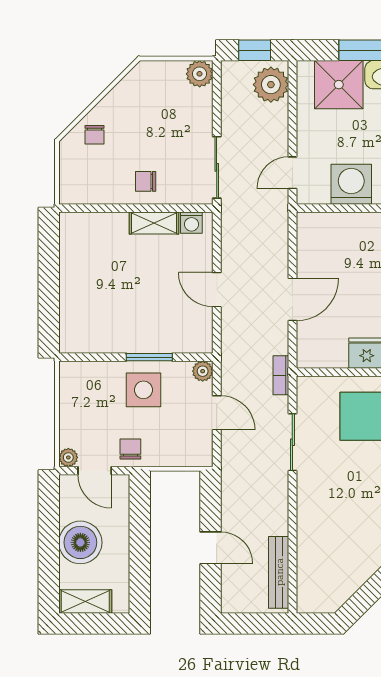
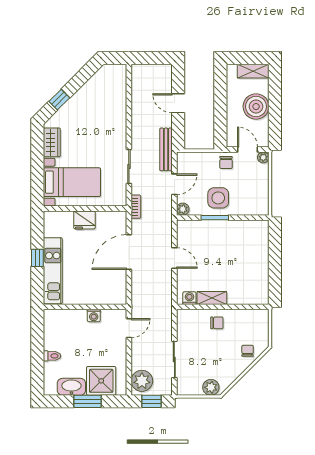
plant: (200, 74) -> (211, 387), moved
sliding door: (217, 167) -> (174, 359), moved
washing machine: (351, 184) -> (94, 315), width x0.53, depth x0.53
door: (292, 299) -> (129, 252), width x1.36
door: (217, 413) -> (174, 184), swing flipped
bench: (279, 572) -> (166, 149), moved

